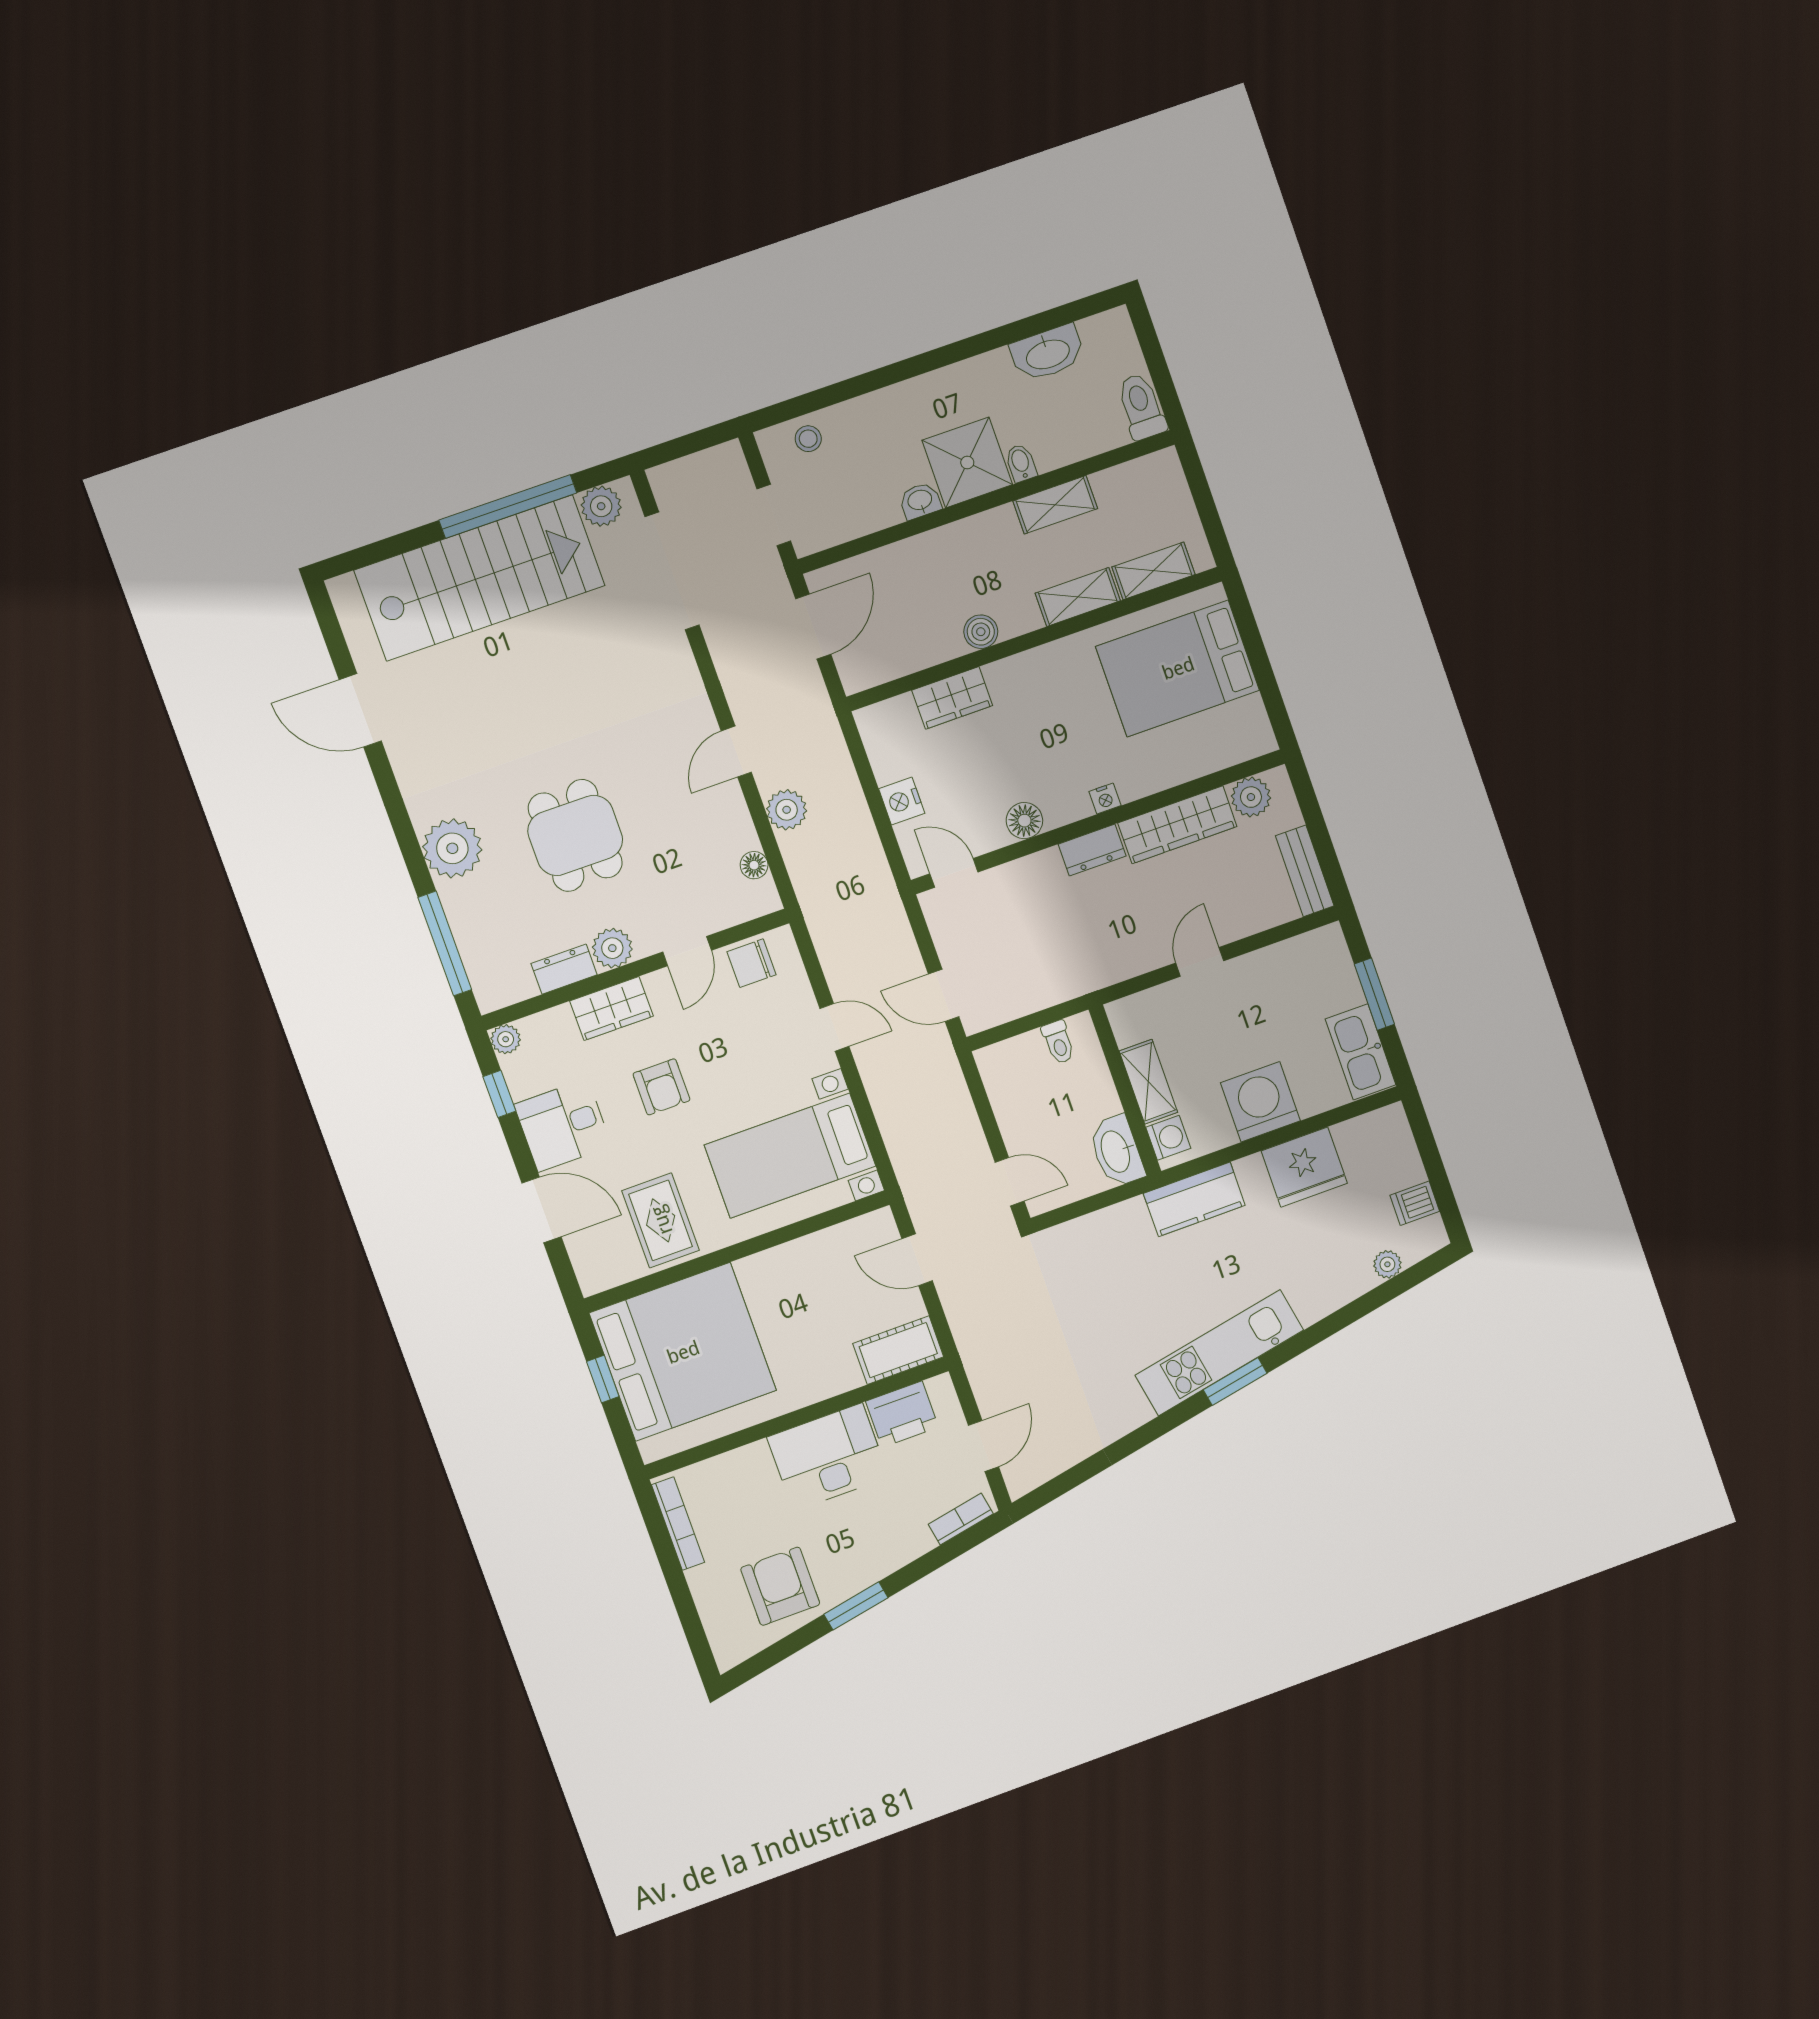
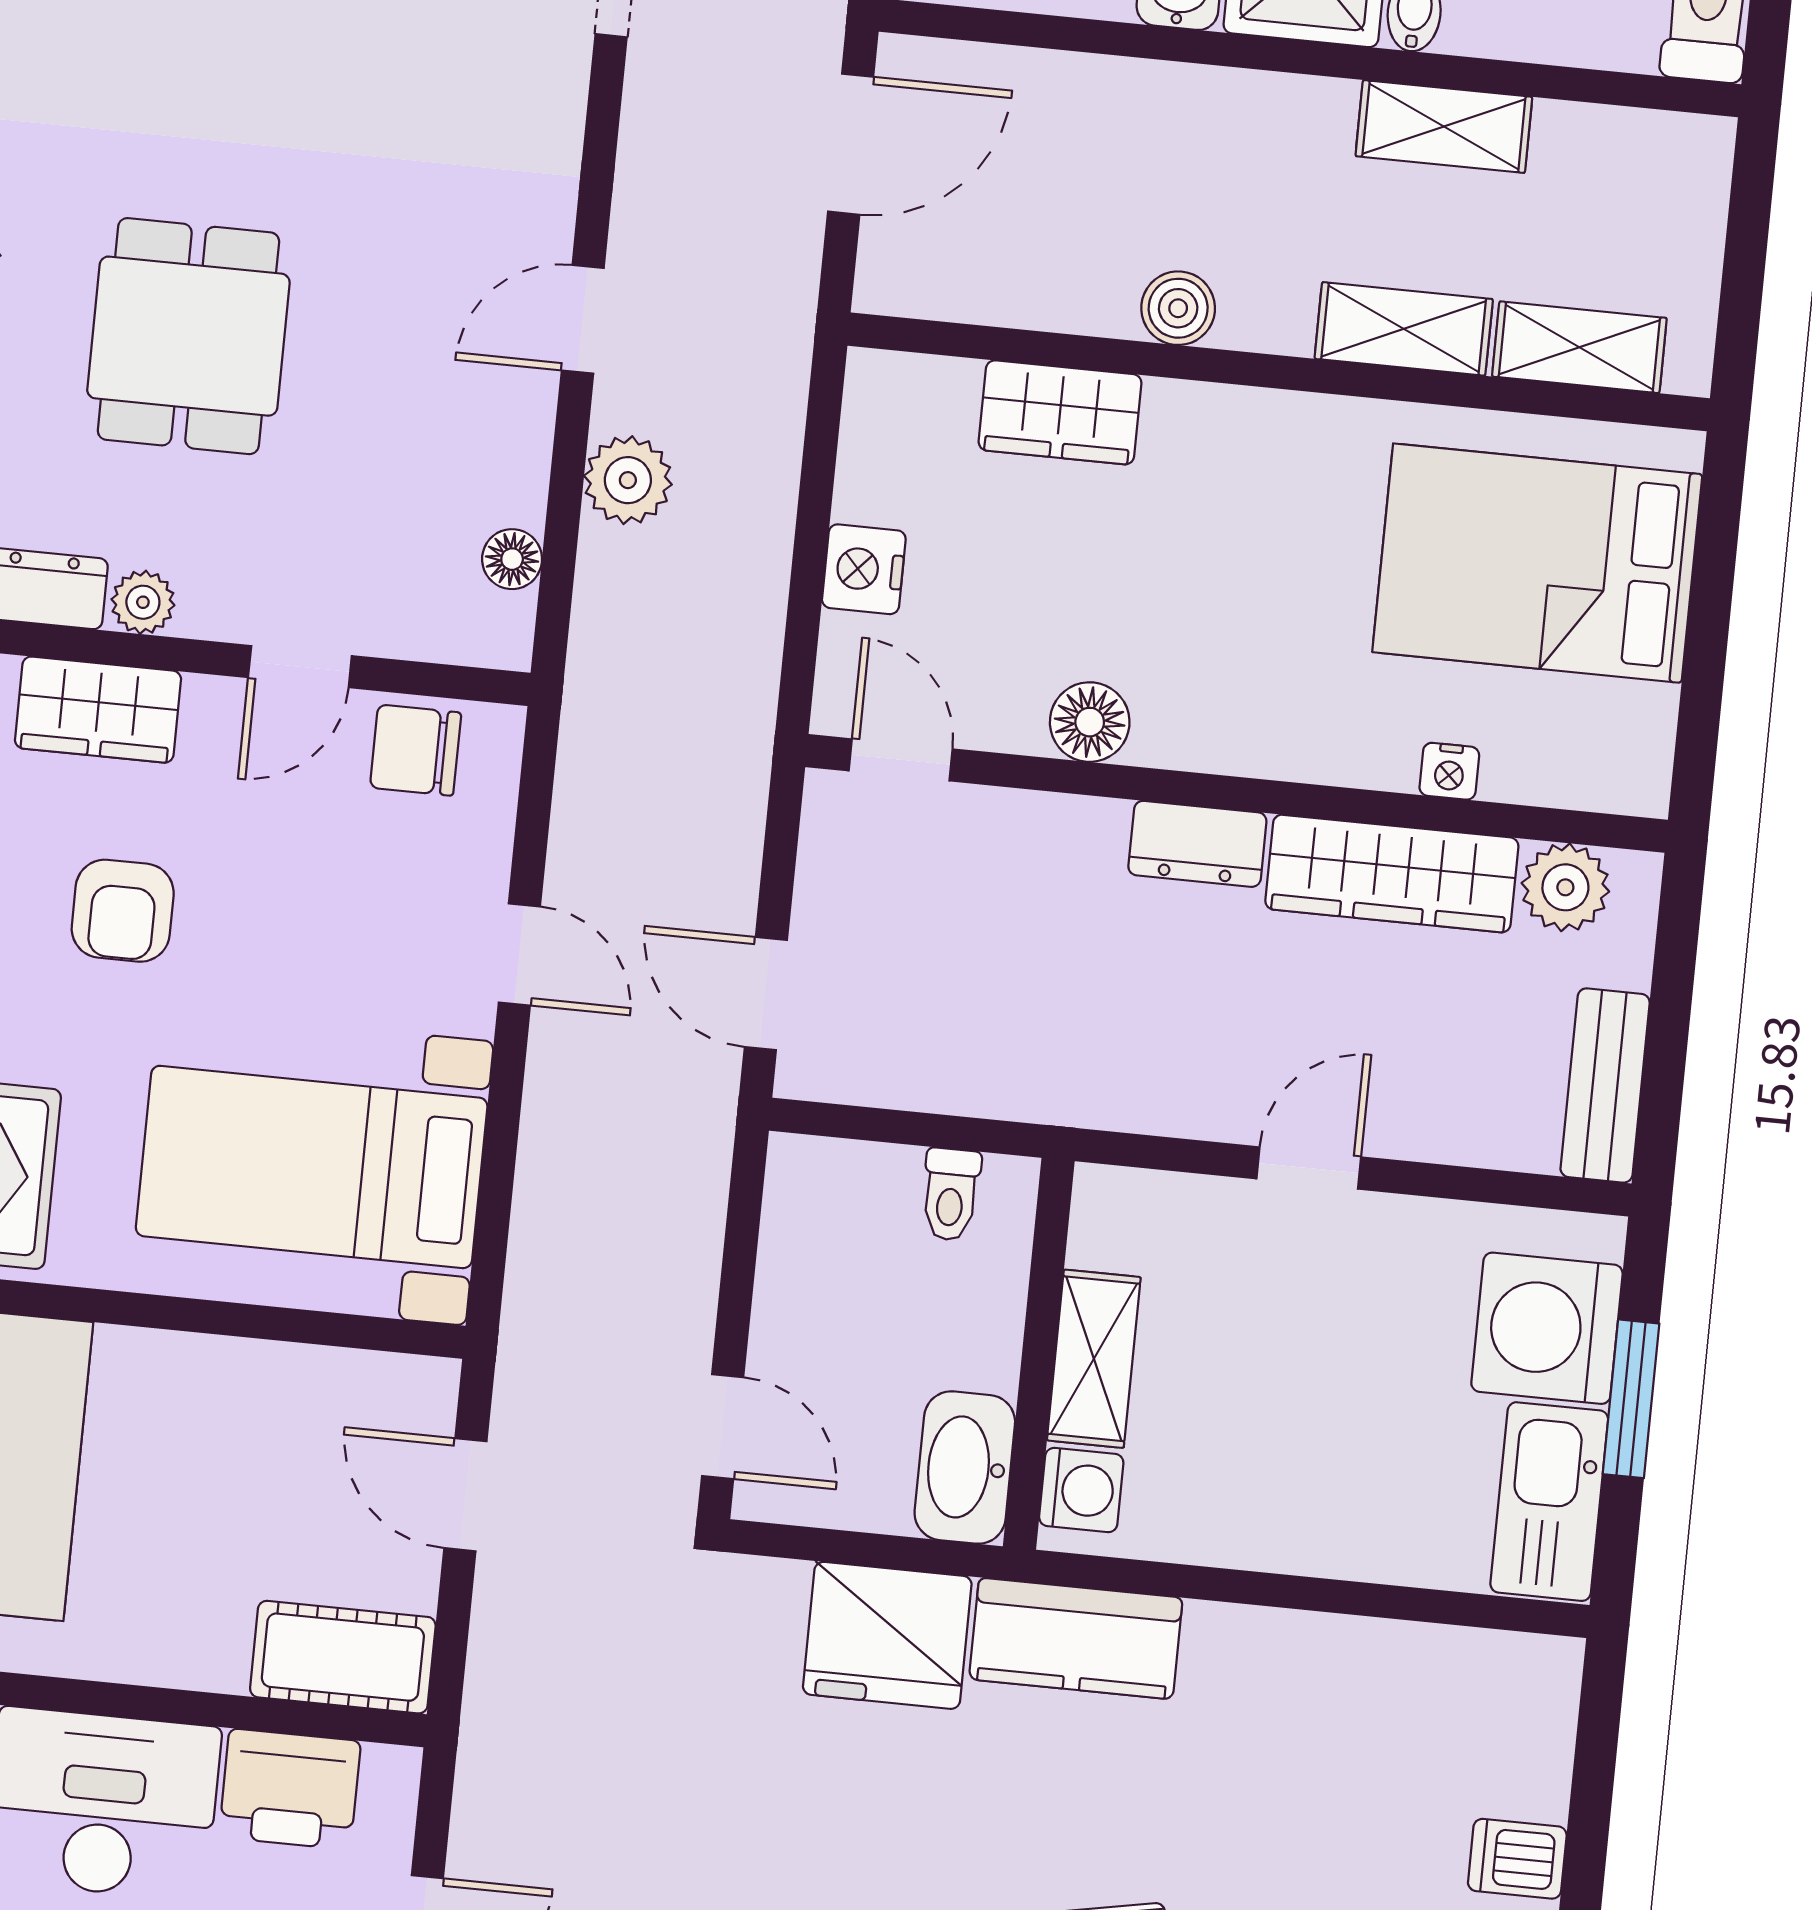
nightstand: (1105, 798) -> (1449, 771), moved
plant: (612, 948) -> (143, 602), width x0.73, depth x0.73
washing machine: (1260, 1102) -> (1547, 1328), moved, turned -90
fridge: (1304, 1167) -> (887, 1635), moved

